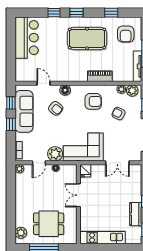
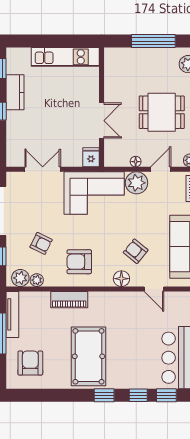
window: (111, 13) -> (166, 395), moved
pool table: (87, 39) -> (88, 356), turned 90
dining table: (49, 224) -> (162, 112), moved

